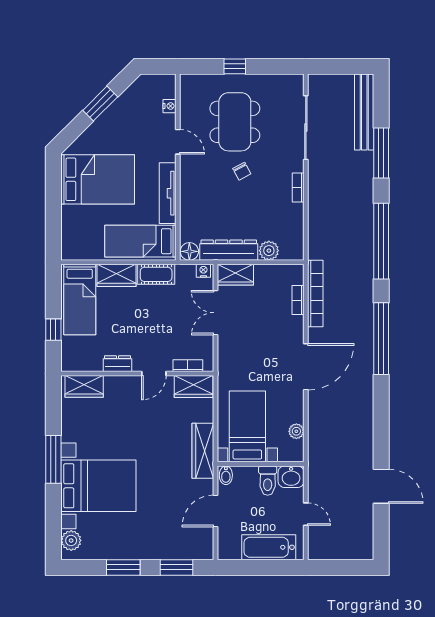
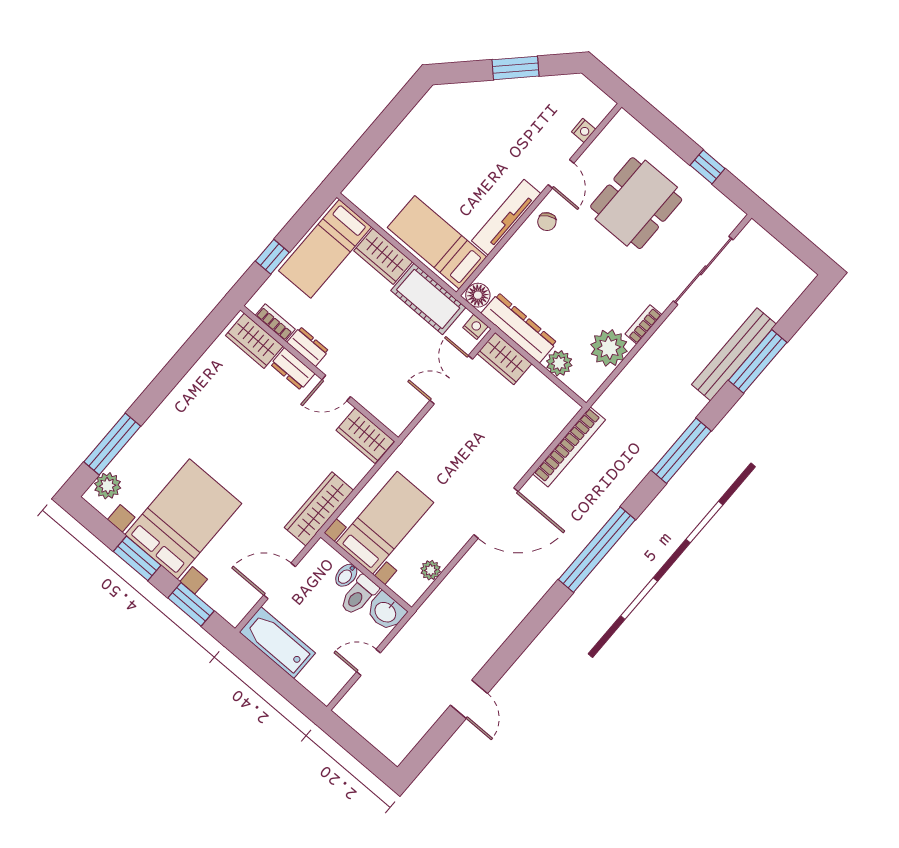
window: (235, 66) -> (708, 167), moved
bench: (364, 112) -> (734, 354), moved
chair: (242, 171) -> (547, 222), moved
bed: (98, 179) -> (447, 143), removed
plant: (290, 218) -> (609, 348), added
window: (381, 241) -> (681, 451), width x0.68
cot: (156, 274) -> (428, 299), width x1.37, depth x1.34
bookcase: (298, 300) -> (546, 439), removed
bookcase: (188, 366) -> (275, 322), moved
dresser: (120, 384) -> (293, 369), added
window: (53, 459) -> (112, 444), moved
bidet: (226, 475) -> (346, 575), moved
bed with nightstands: (98, 486) -> (183, 519), moved, turned -90
door: (381, 486) -> (469, 699), width x0.73
door: (306, 514) -> (368, 662), swing flipped
bathtub: (269, 547) -> (277, 643), moved

